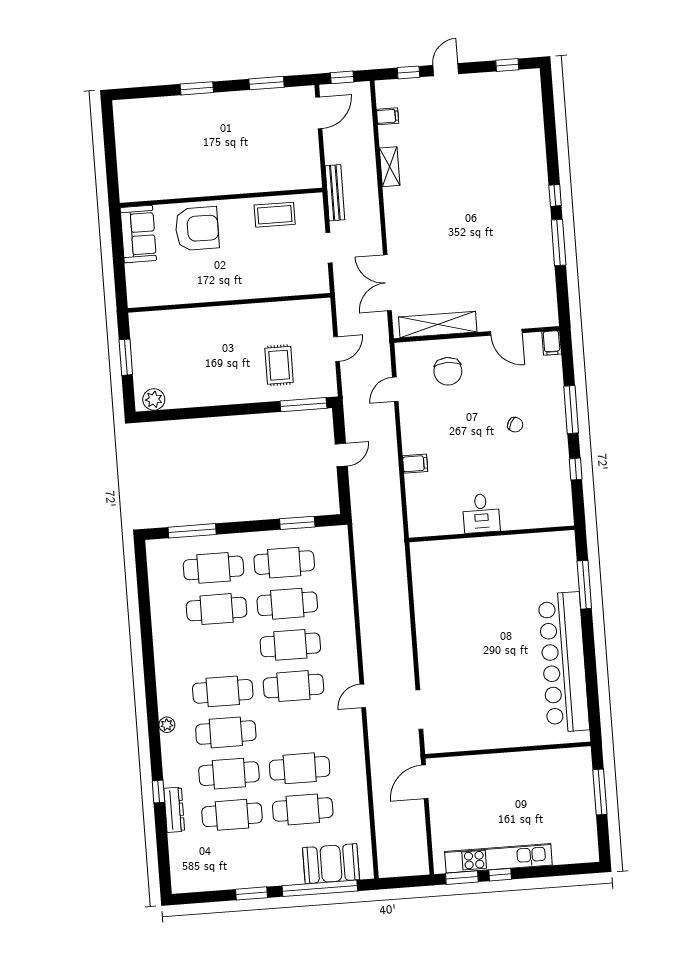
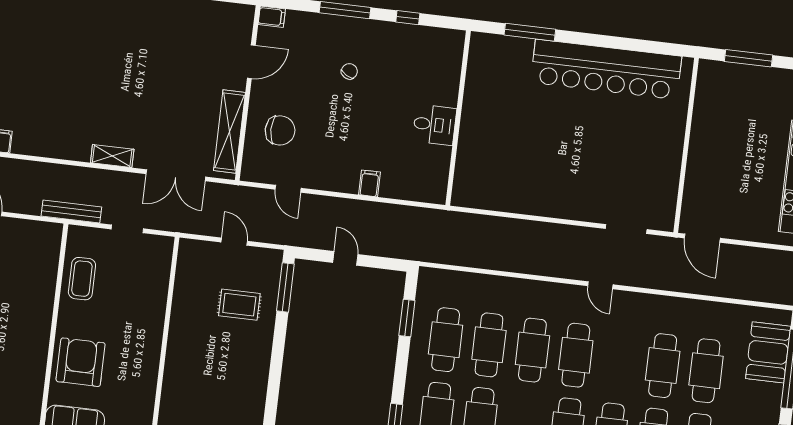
shelving: (390, 167) -> (112, 156), moved

